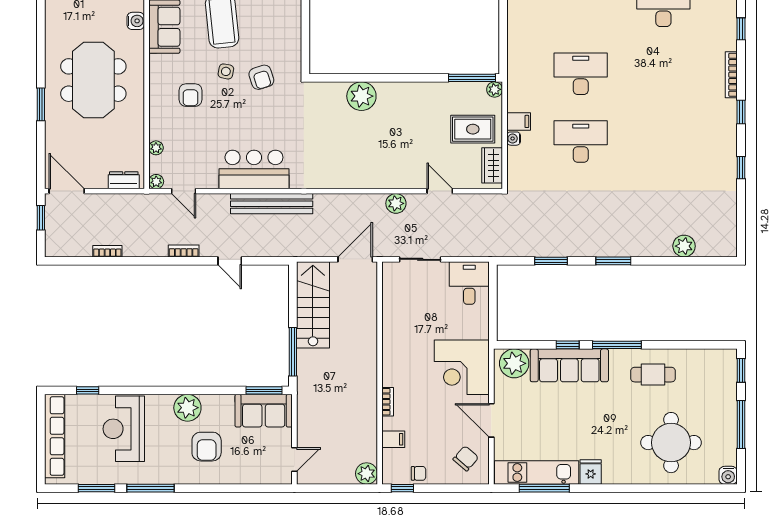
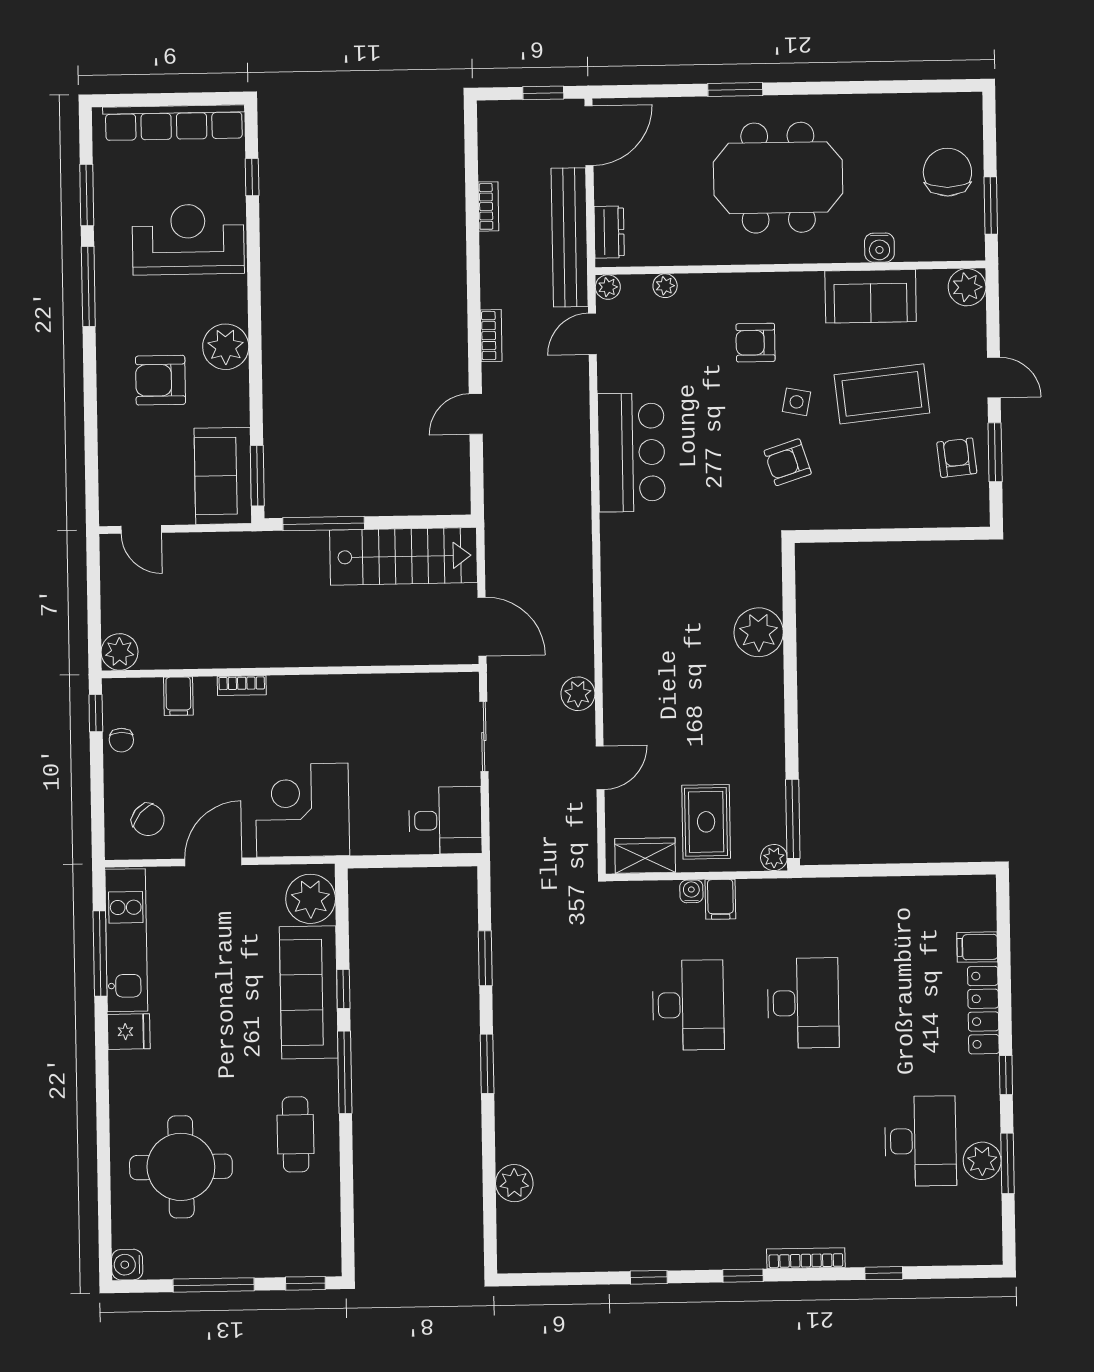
bench: (272, 204) -> (570, 237), moved

